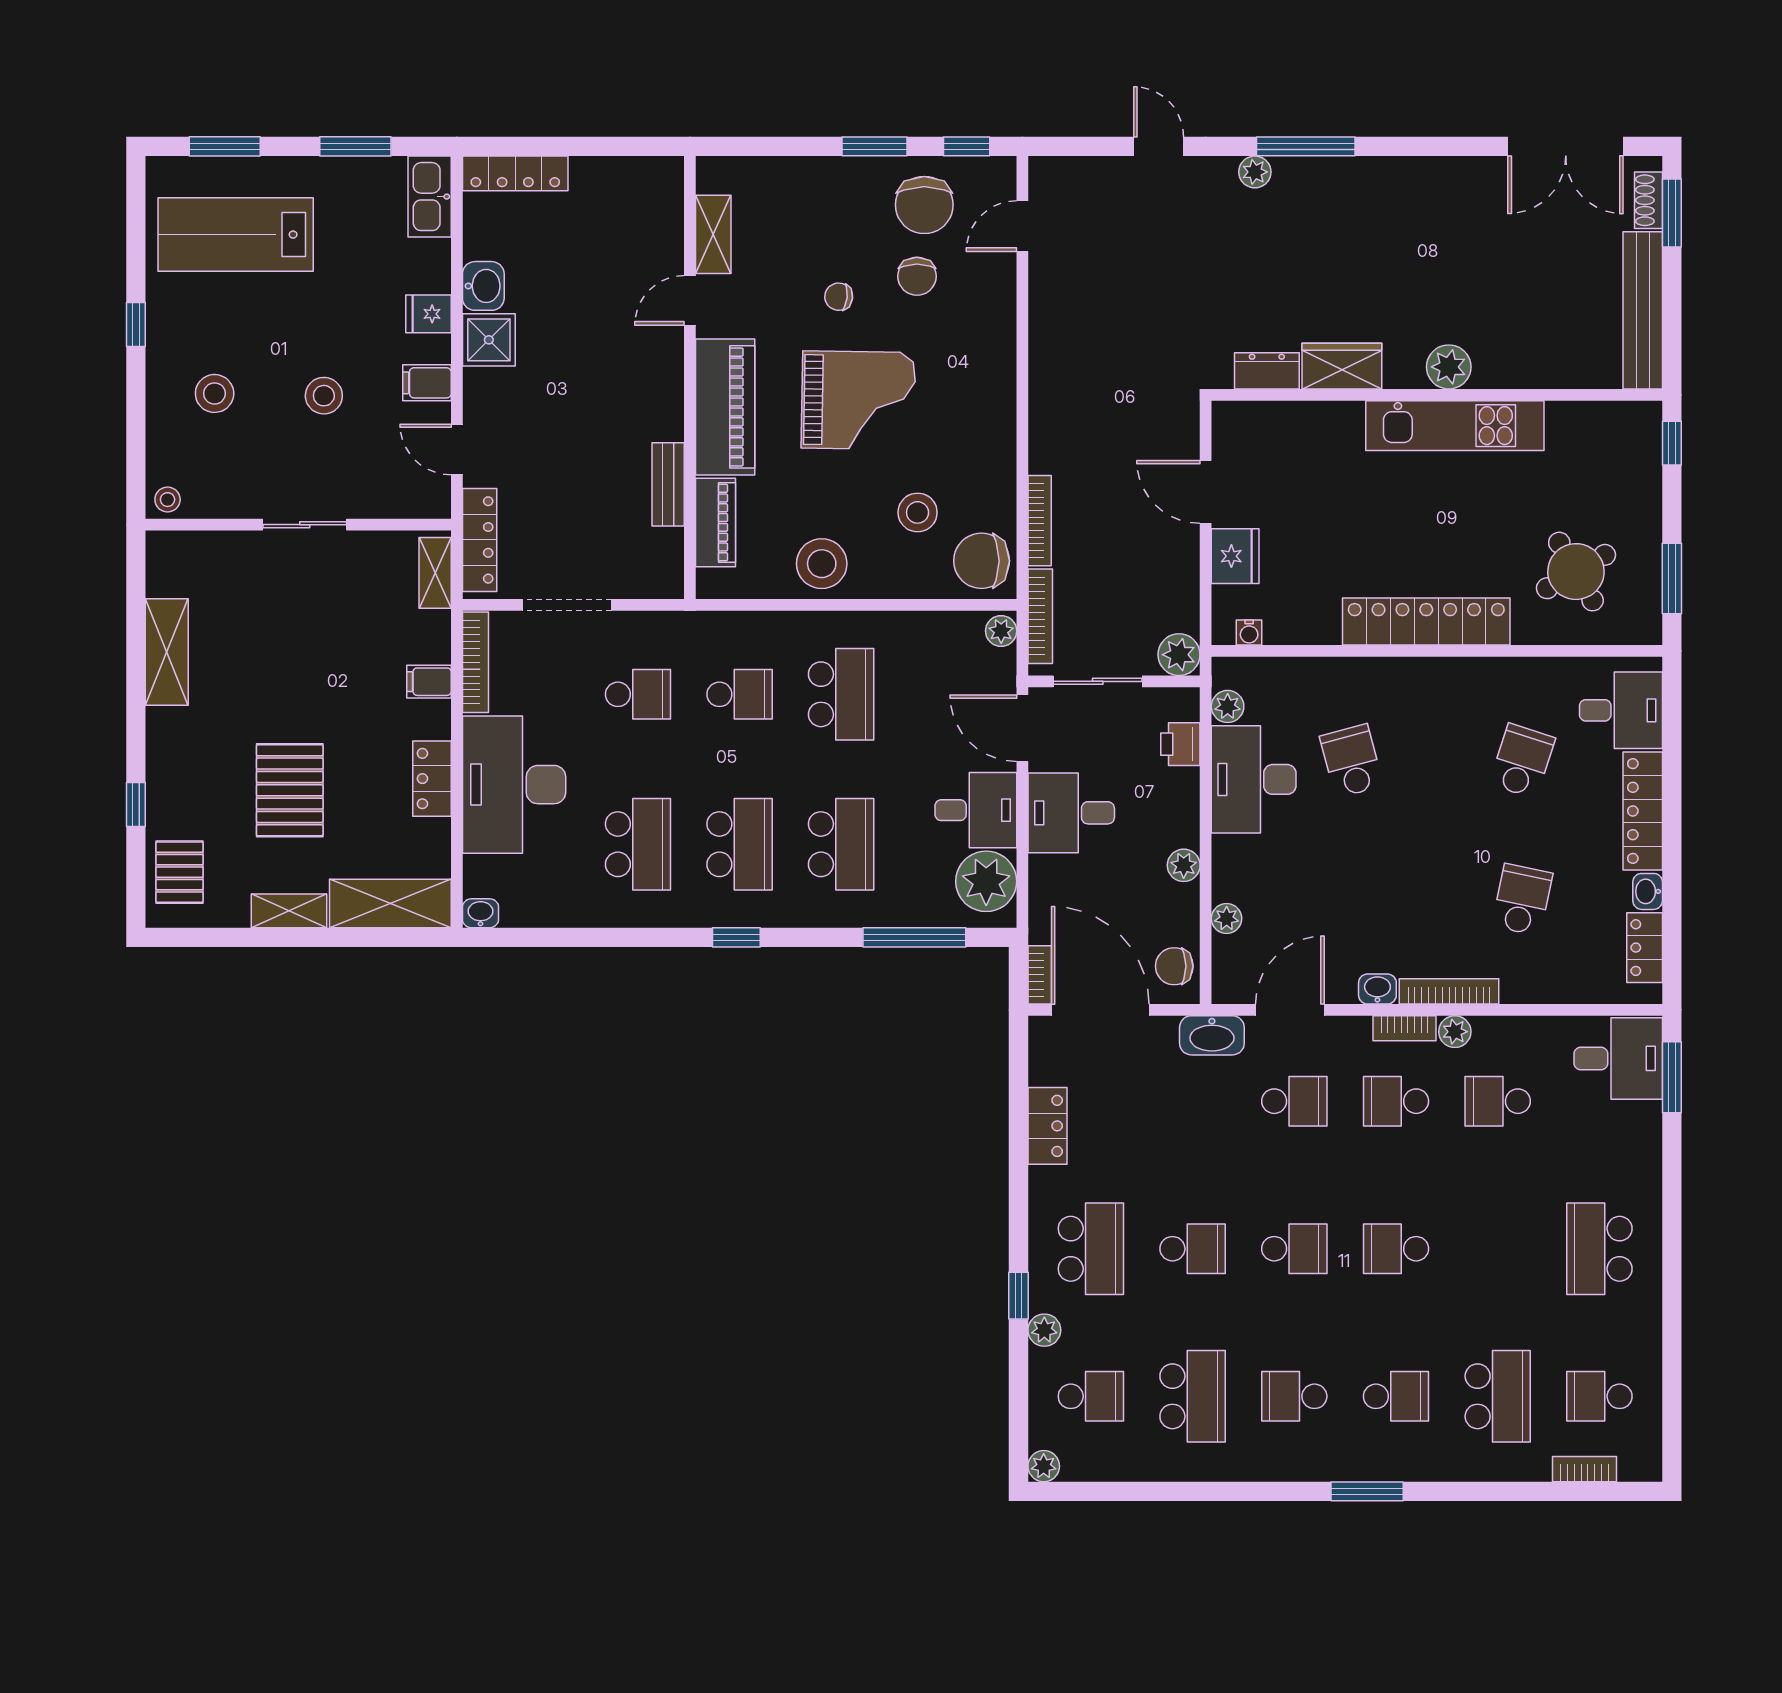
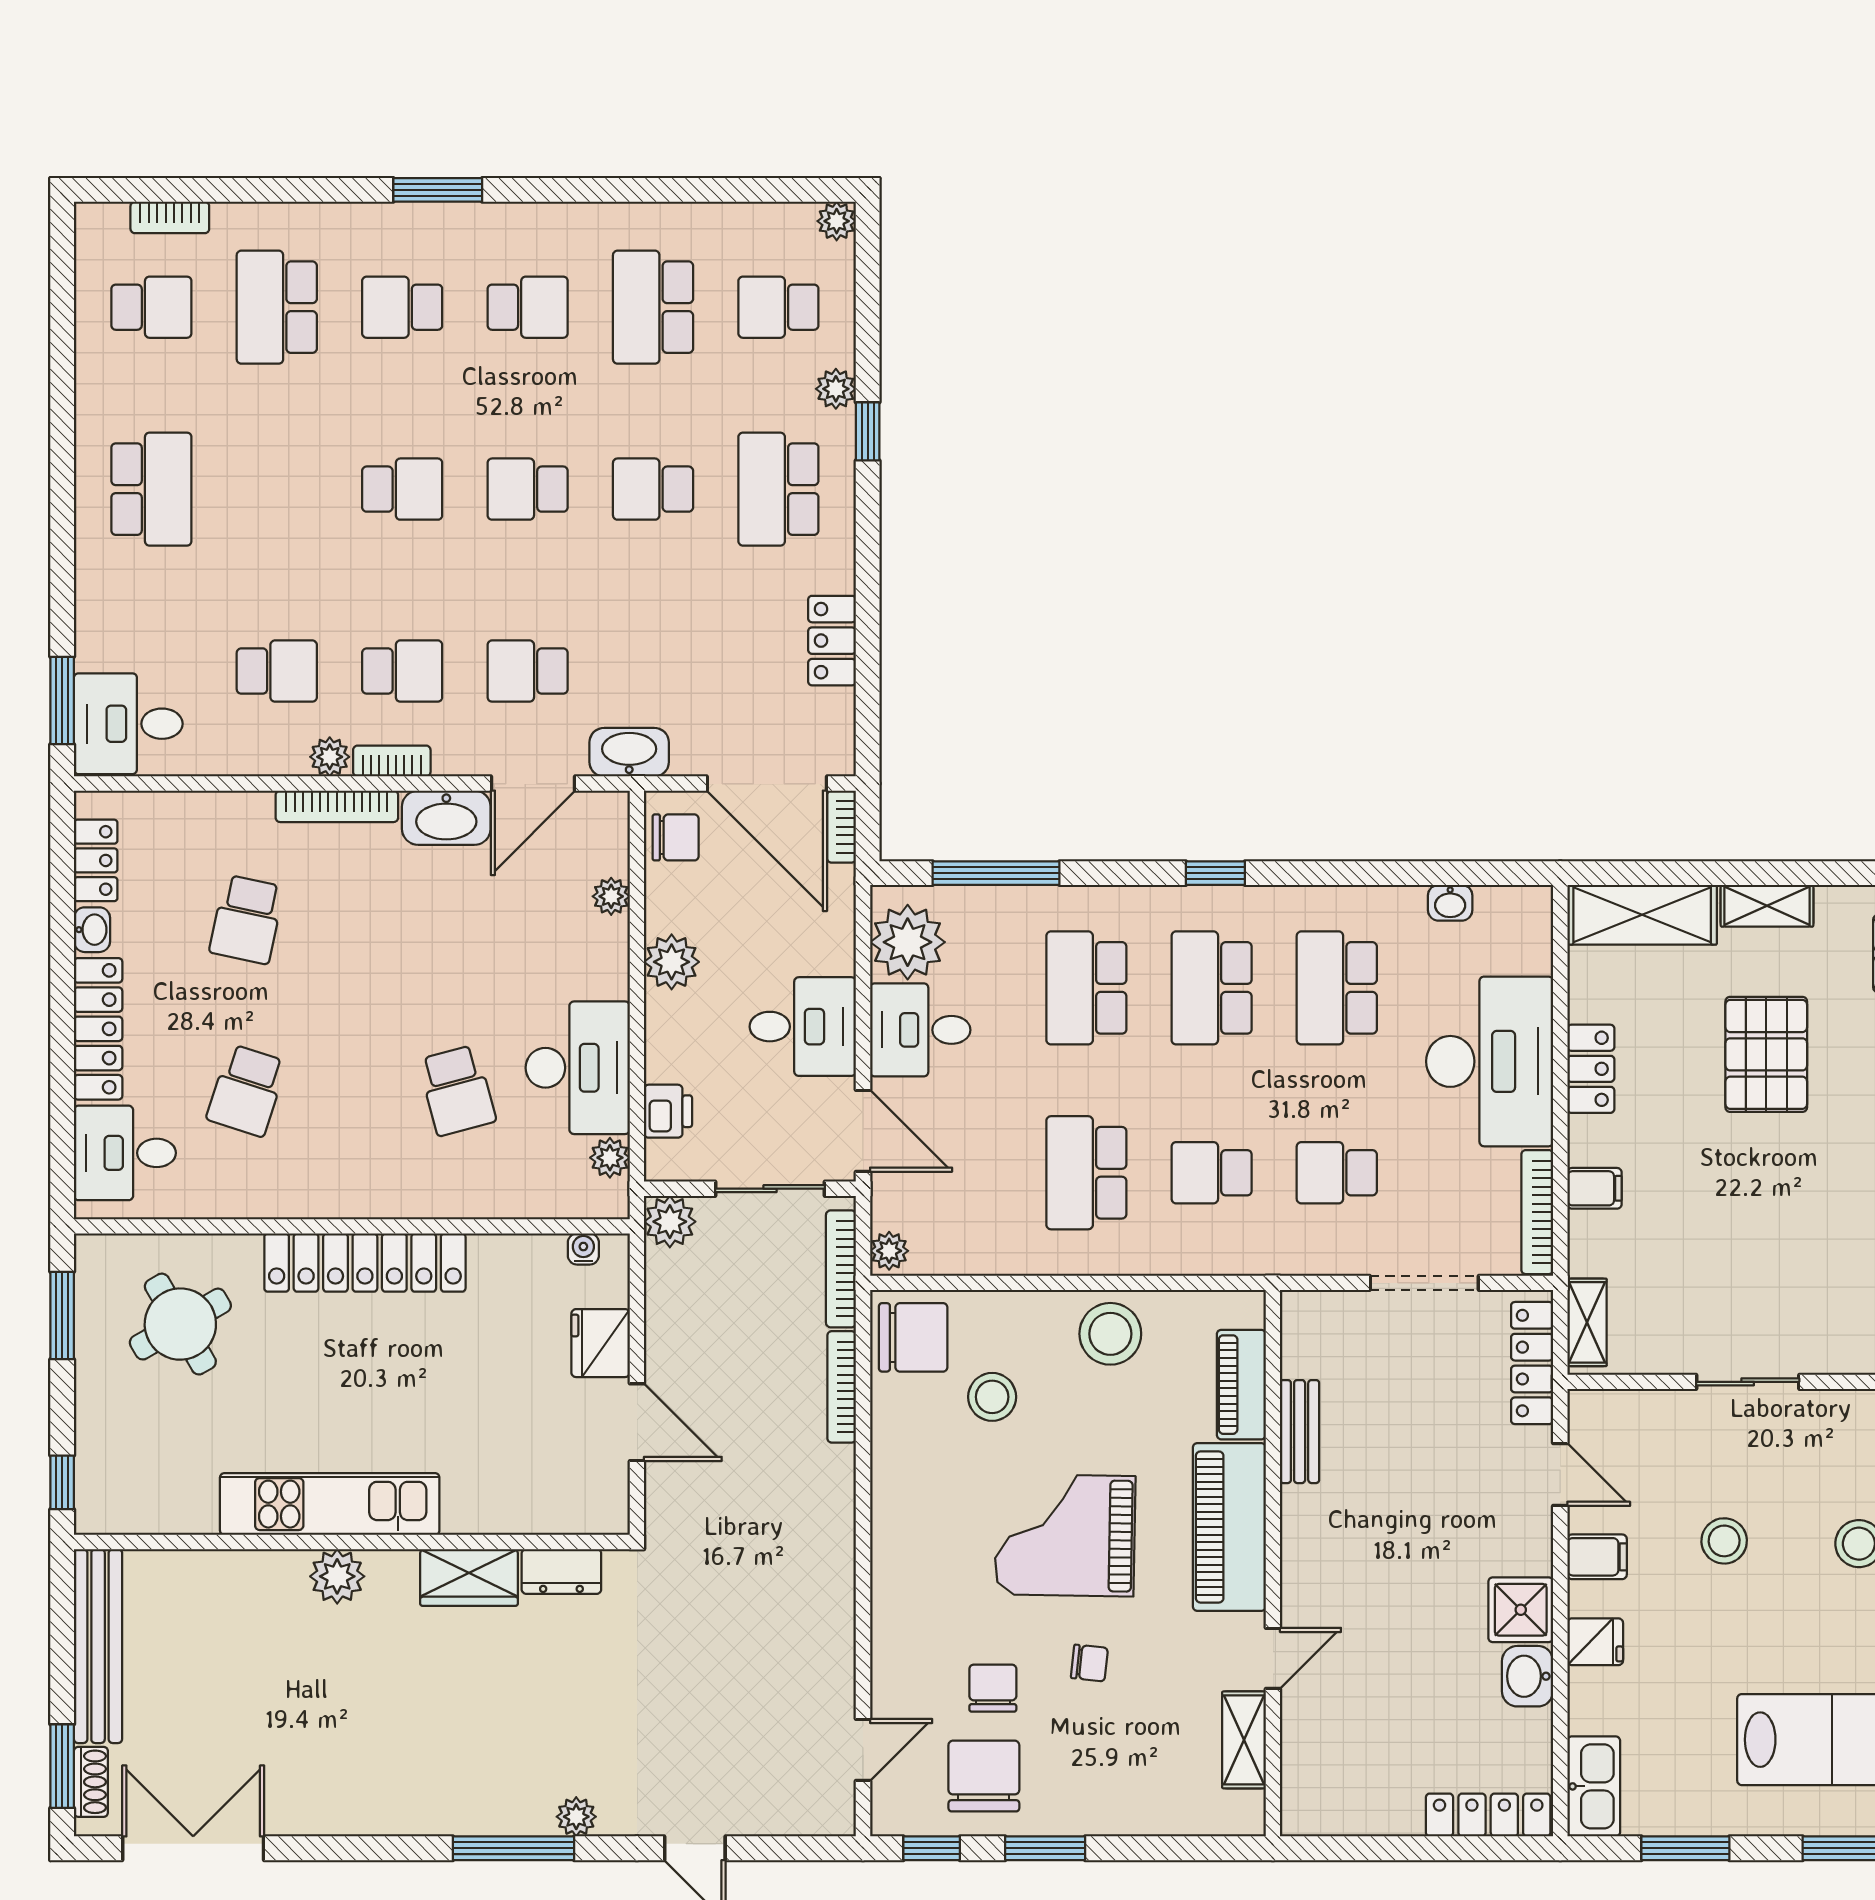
plant: (1184, 865) -> (672, 962), width x1.38, depth x1.38
washbasin: (481, 913) -> (1450, 903), moved
washbasin: (1377, 989) -> (446, 818), width x1.91, depth x1.45

